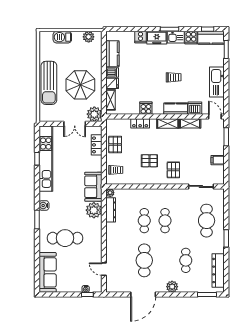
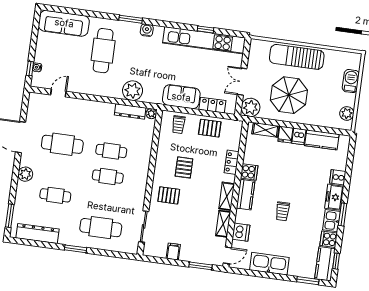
kitchen counter: (176, 109) -> (246, 195), moved
sofa: (93, 187) -> (181, 97), moved

